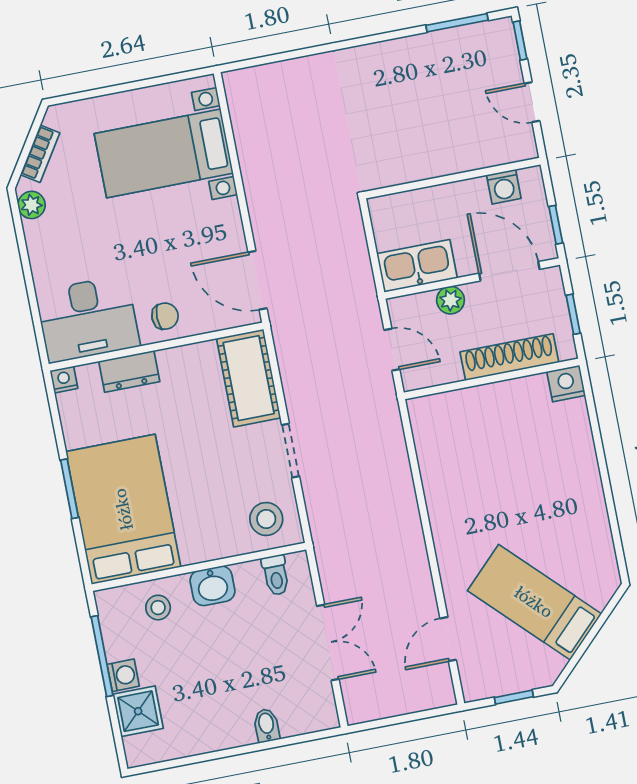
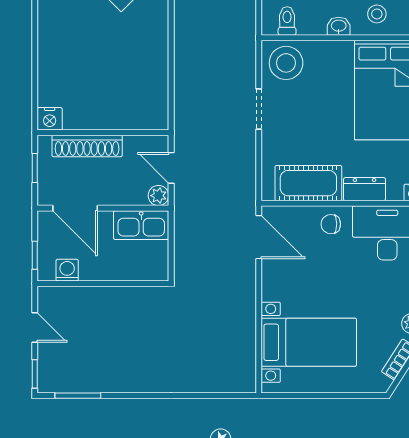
window: (556, 225) -> (35, 255), moved
plant: (451, 300) -> (158, 196), moved
cot: (249, 378) -> (308, 183), moved, turned 90
stool: (266, 519) -> (286, 63), width x1.38, depth x1.38
washbasin: (213, 586) -> (339, 26), width x0.72, depth x0.69

